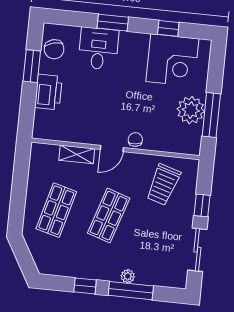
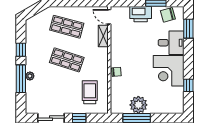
window: (113, 23) -> (188, 29), moved
corner desk: (172, 60) -> (169, 71), moved
door: (112, 148) -> (109, 17), moved
trolley: (163, 185) -> (90, 92), turned 73

